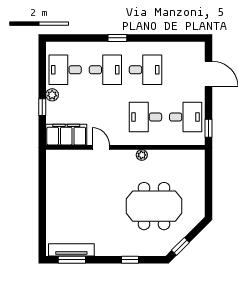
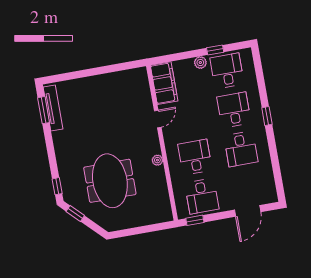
desk: (105, 70) -> (234, 110), turned 180
window: (42, 107) -> (215, 50), moved
window: (130, 260) -> (57, 186), moved

